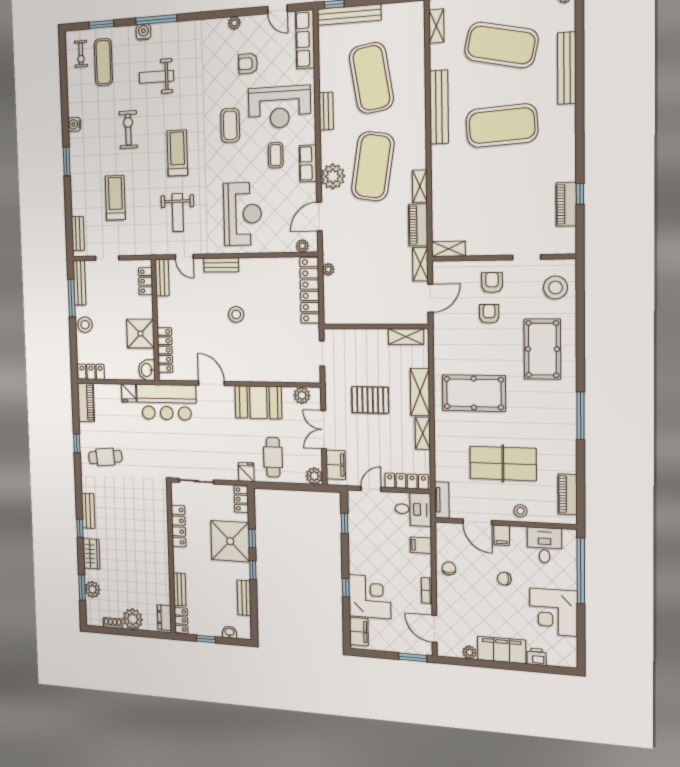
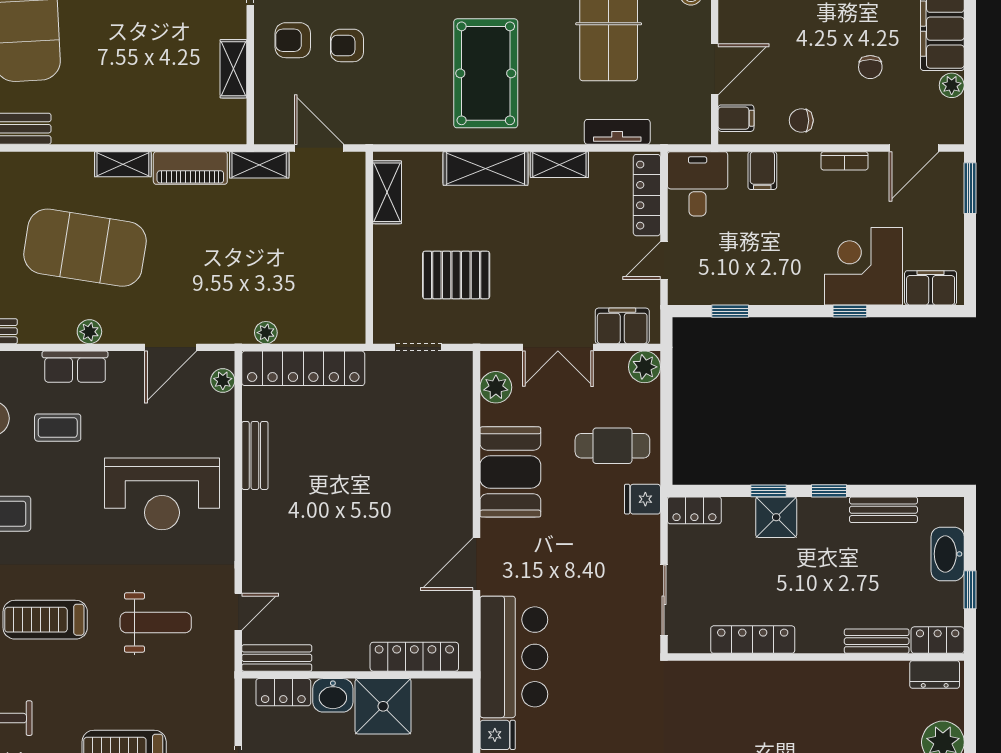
plant: (333, 176) -> (89, 332), width x0.53, depth x0.53
reception desk: (243, 214) -> (162, 494), turned 180
door: (319, 217) -> (171, 347), hinge flipped
shelving: (448, 249) -> (233, 69), moved
bench: (221, 265) -> (255, 455), moved
stool: (236, 314) -> (347, 511), removed
washbasin: (147, 370) -> (333, 695), moved
pallet: (370, 400) -> (456, 275), moved, turned 90
door: (371, 489) -> (664, 260), hinge flipped
tv unit: (442, 500) -> (617, 132), moved
filing cabinet: (502, 535) -> (736, 118), moved
shower: (230, 541) -> (776, 517), width x0.54, depth x0.54
chair: (504, 579) -> (870, 67), moved
washbasin: (229, 632) -> (948, 554), width x1.91, depth x1.45

